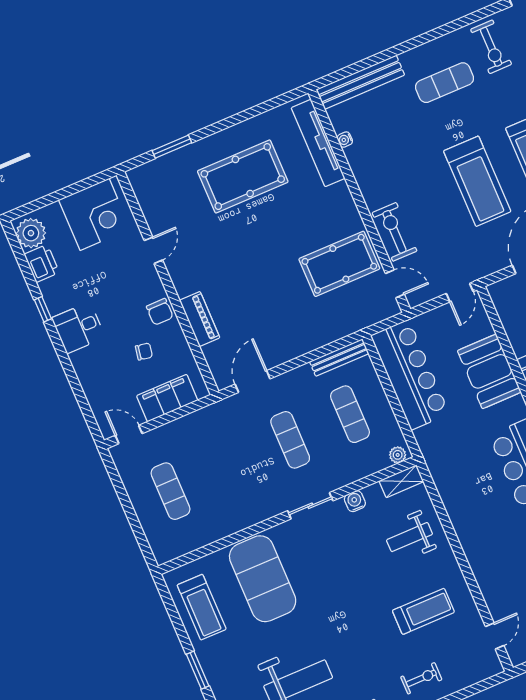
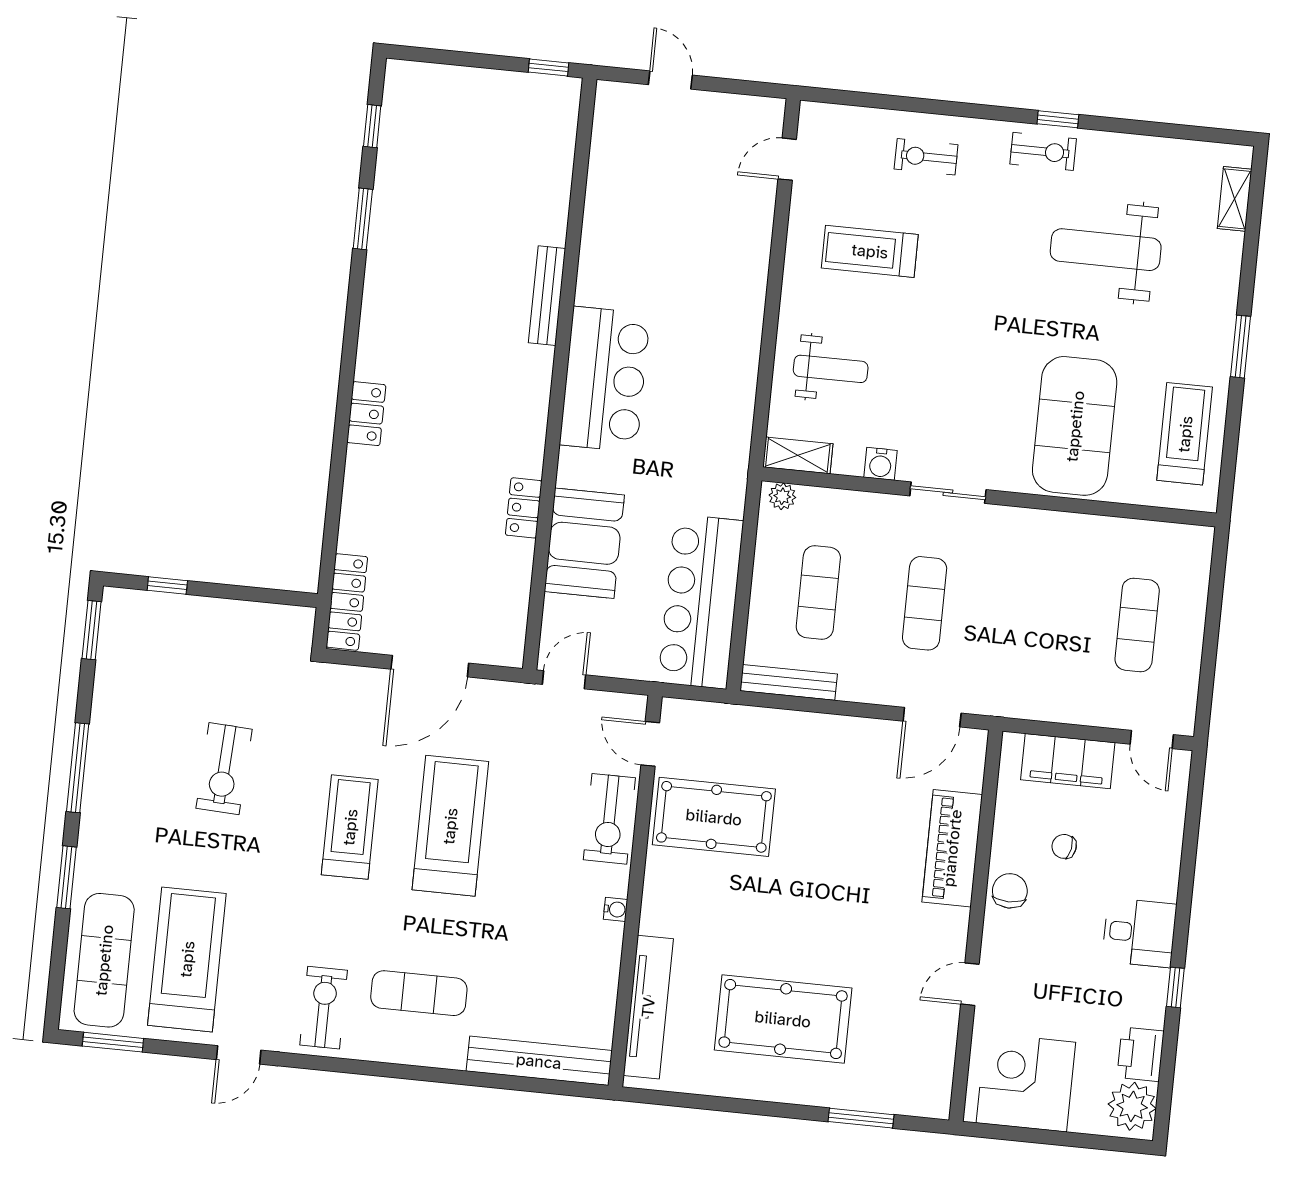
water cooler: (345, 140) -> (615, 909), moved
piano: (200, 319) -> (952, 848), width x1.37, depth x1.33

